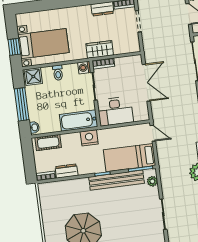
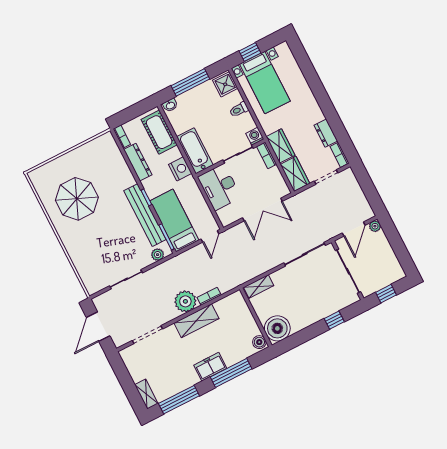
wardrobe: (127, 46) -> (295, 174), added
cot: (48, 143) -> (159, 132), width x1.37, depth x1.34
dresser: (67, 171) -> (138, 162), width x1.44

